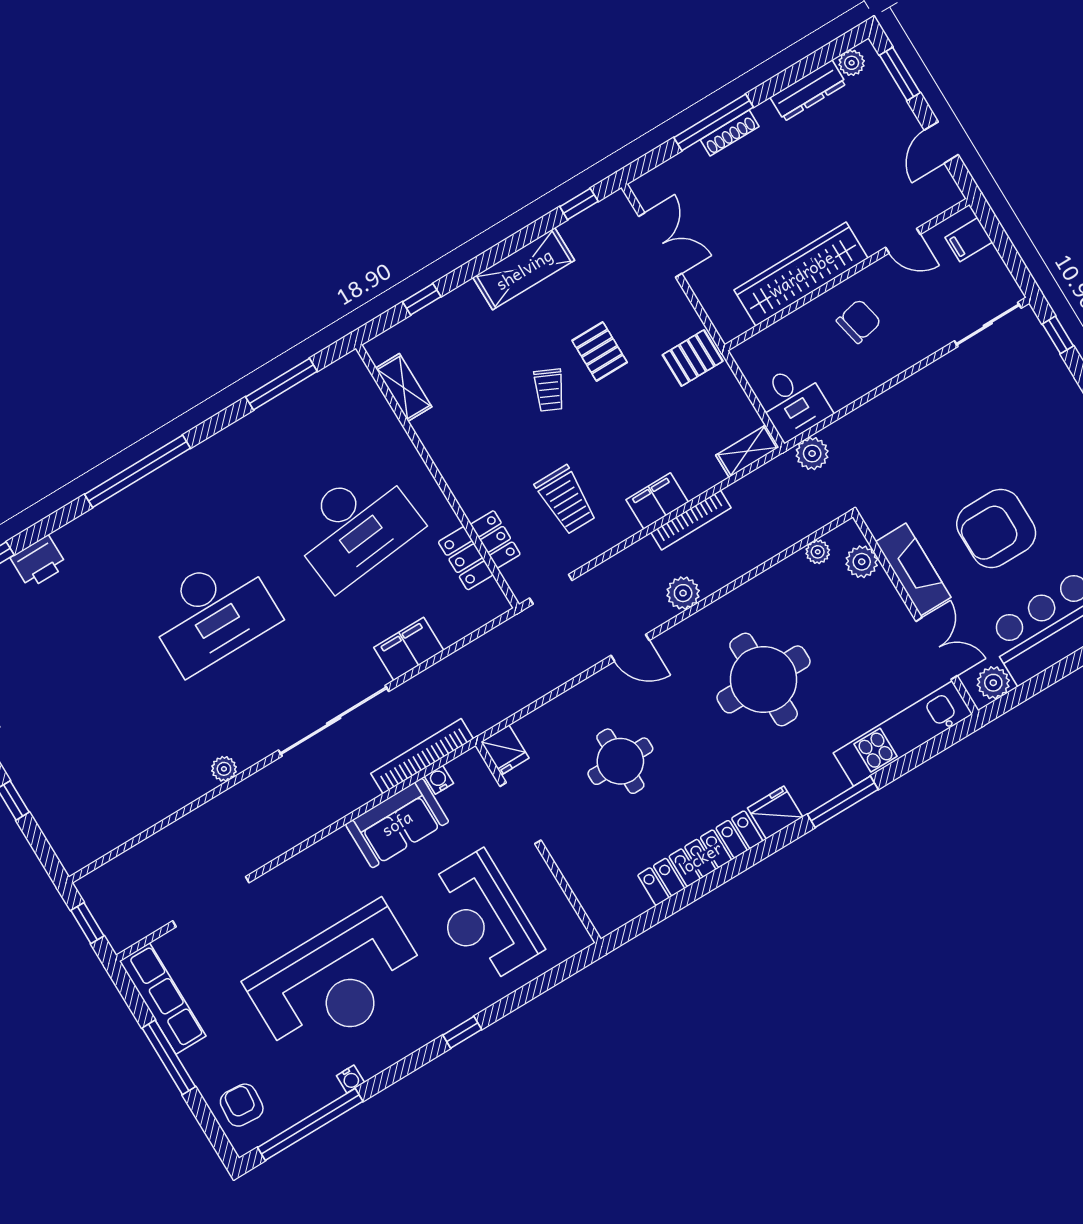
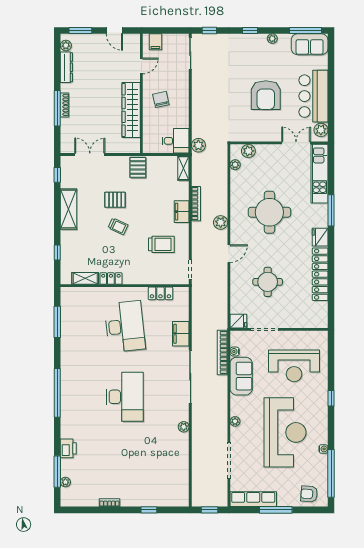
locker: (495, 539) -> (111, 278), moved
fireplace: (913, 570) -> (262, 134), removed
plant: (298, 866) -> (235, 421), added

